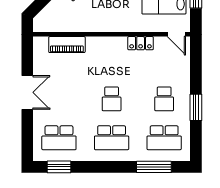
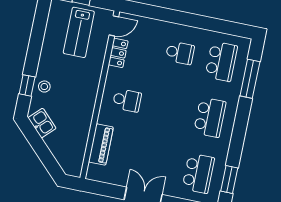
locker: (141, 43) -> (118, 53), moved
school desk: (112, 99) -> (127, 100), moved
window: (196, 107) -> (196, 21), removed

